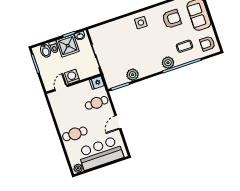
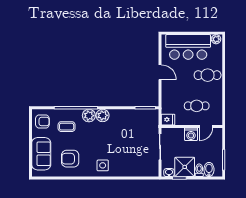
plant: (133, 75) -> (103, 115), moved
cafe table: (97, 103) -> (197, 106), moved
door: (118, 122) -> (160, 72), hinge flipped

